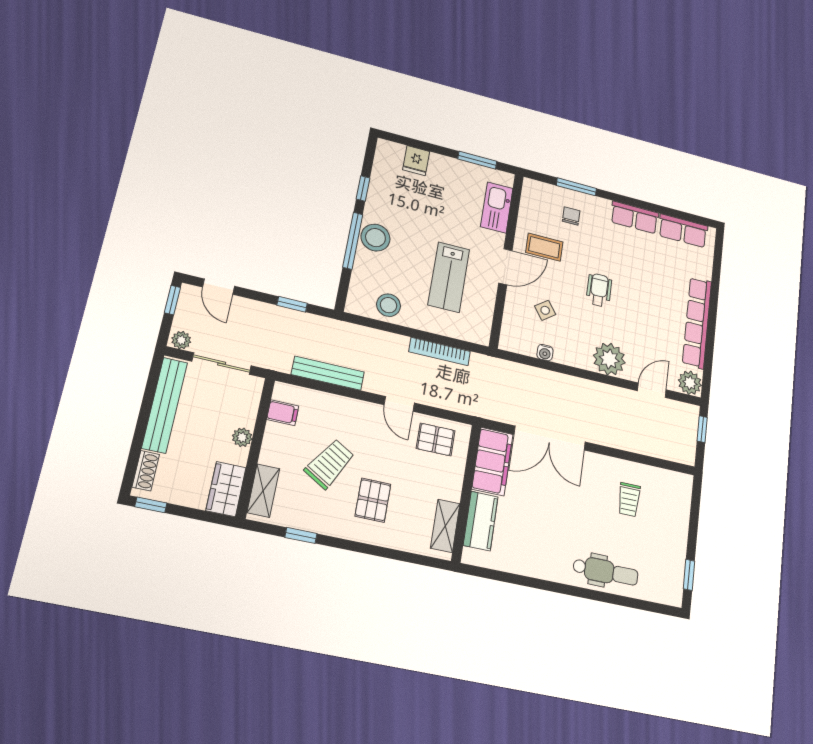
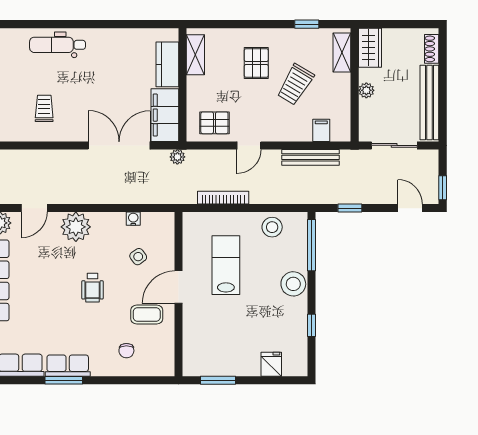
window: (576, 187) -> (64, 380), moved
kitchen sink: (497, 207) -> (194, 340), removed
window: (353, 241) -> (312, 245), moved
plant: (181, 340) -> (177, 157), moved
door: (399, 404) -> (249, 145), swing flipped
filing cabinet: (283, 413) -> (321, 130), moved, turned 90
window: (151, 505) -> (422, 24), removed

